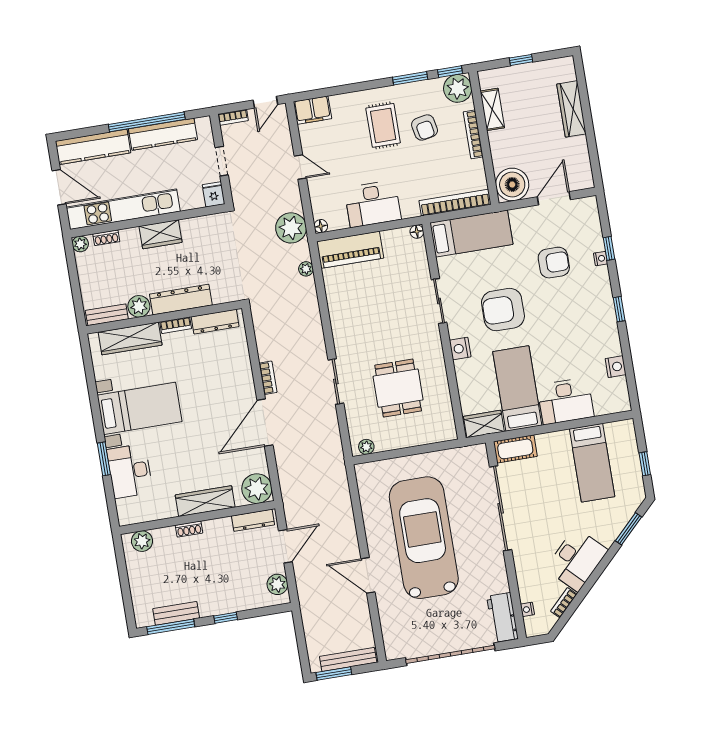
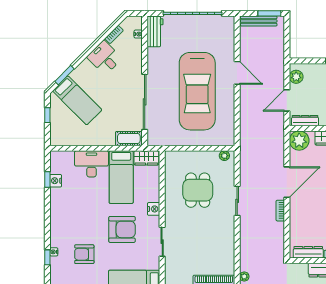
window: (619, 309) -> (47, 180), moved
bed: (592, 463) -> (77, 100), moved, turned 135
desk: (577, 559) -> (105, 58), width x0.73

